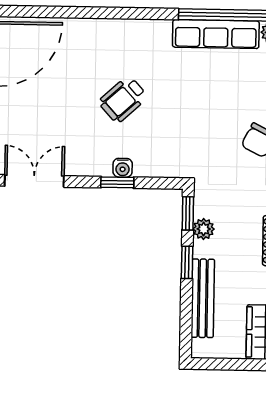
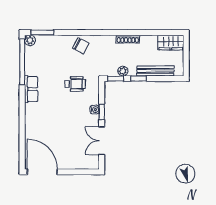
row of seats: (216, 34) -> (31, 89), moved, width x0.68
wheelchair: (123, 99) -> (75, 84), moved, turned -48
double door: (34, 181) -> (102, 141), moved

